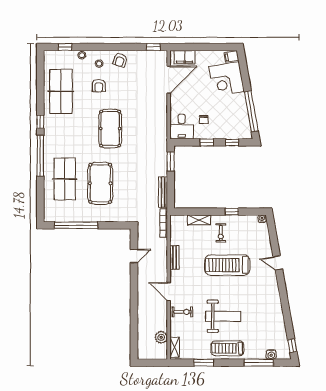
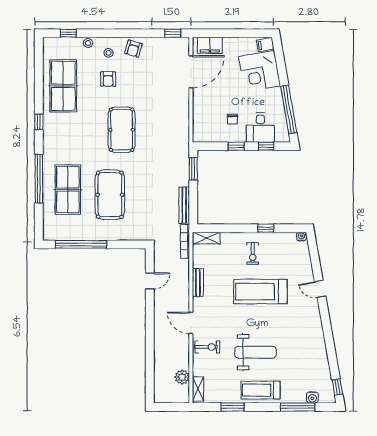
desk: (182, 127) -> (260, 127), moved
window: (40, 156) -> (39, 179), moved
shelving: (199, 220) -> (207, 238), moved

